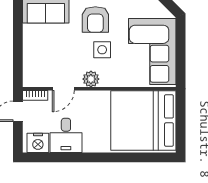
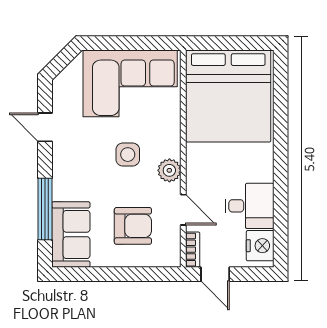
armchair: (95, 20) -> (133, 226), moved

